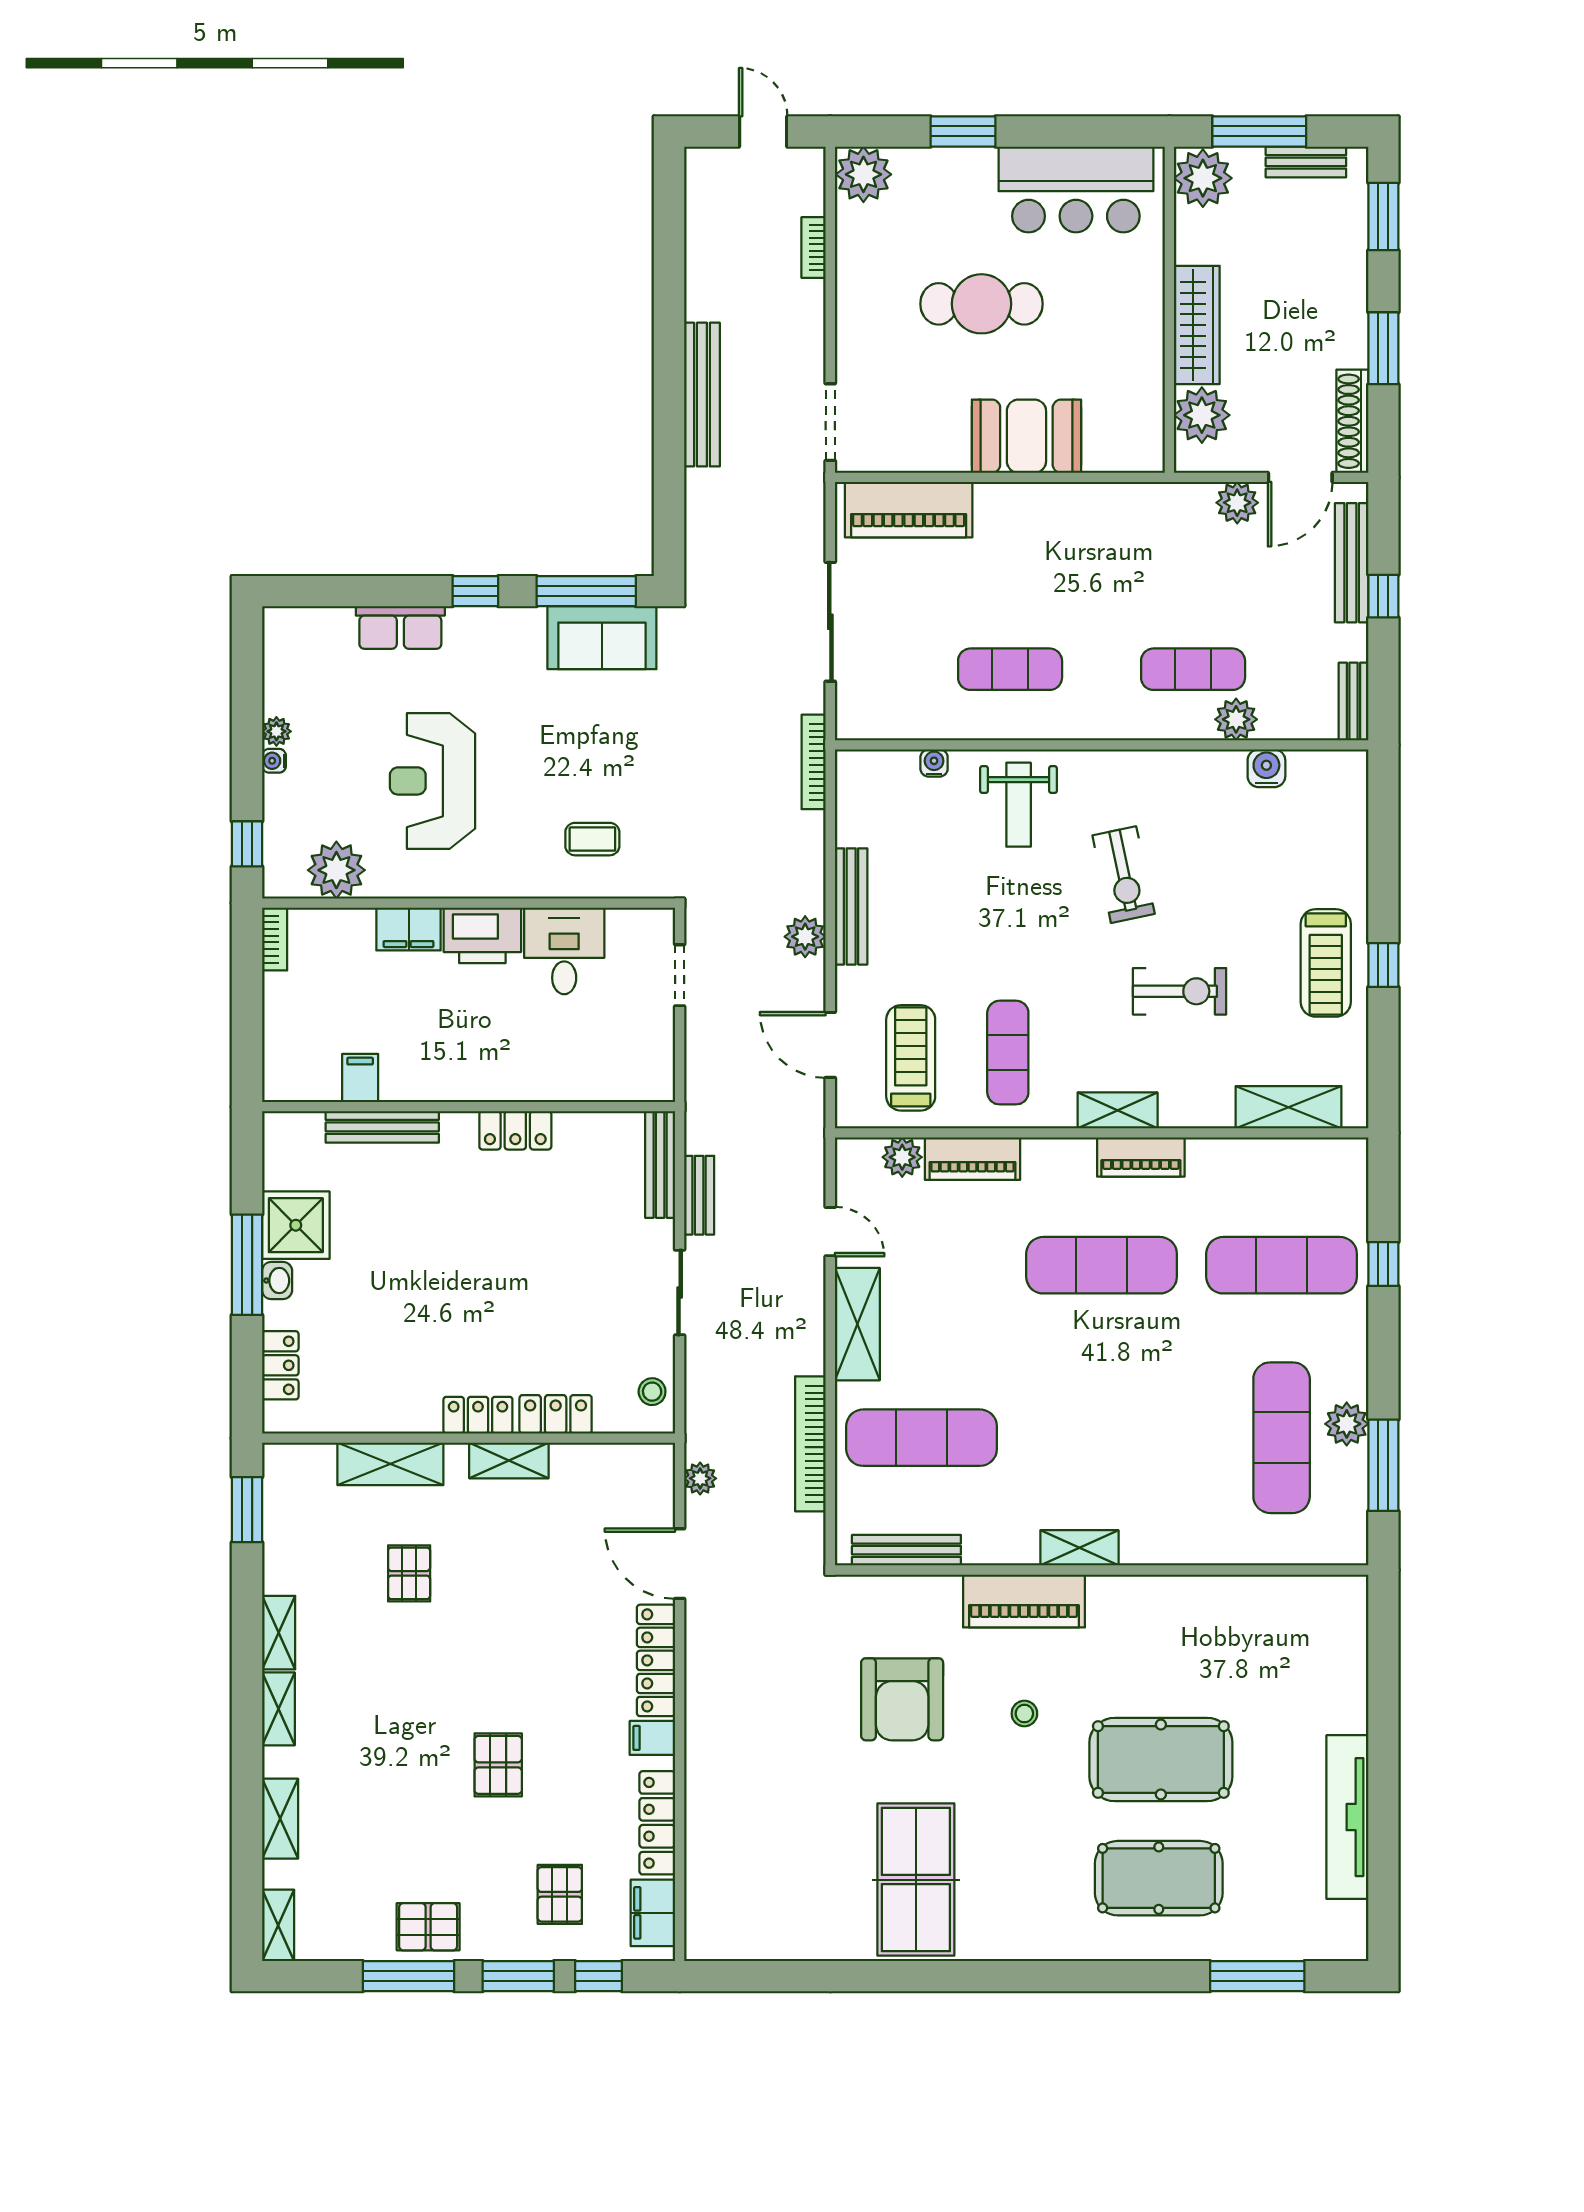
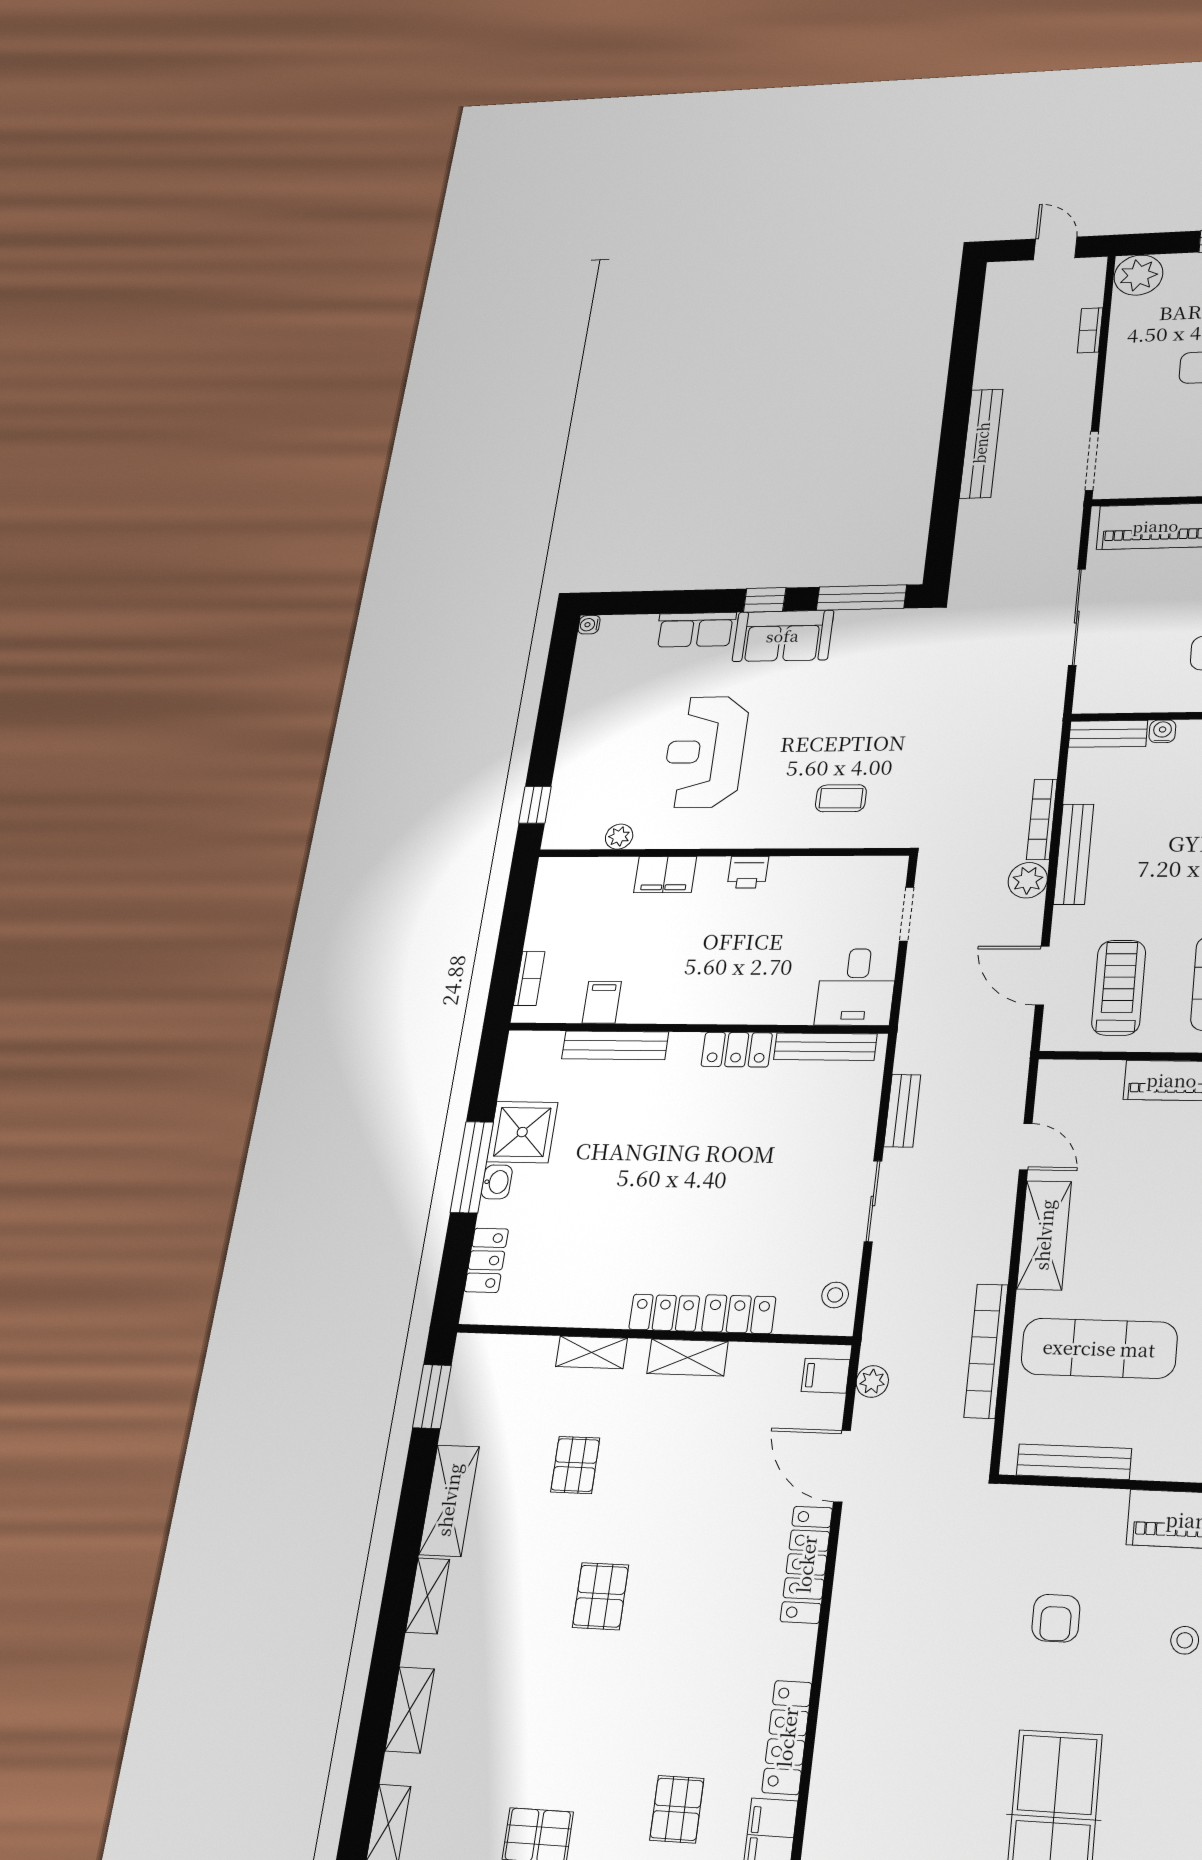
sofa: (602, 638) -> (783, 636), moved
plant: (276, 731) -> (576, 714), removed
water cooler: (274, 761) -> (589, 625), moved
bookcase: (814, 762) -> (1042, 819), moved
bench: (876, 765) -> (1108, 734), added
plant: (336, 870) -> (619, 837), width x0.53, depth x0.53
printer: (482, 935) -> (748, 872), width x0.53, depth x0.68
bookcase: (275, 939) -> (529, 978), moved
desk: (564, 951) -> (856, 987), moved, turned 180
plant: (902, 1157) -> (1103, 1078), removed
bench: (660, 1164) -> (825, 1047), moved, turned 90
shelving: (390, 1464) -> (591, 1352), width x0.67, depth x0.75
shelving: (279, 1633) -> (449, 1500), width x1.50, depth x1.33
armchair: (902, 1699) -> (1056, 1618), width x0.53, depth x0.53
filing cabinet: (652, 1738) -> (826, 1376), moved
pallet: (498, 1765) -> (601, 1596), moved

